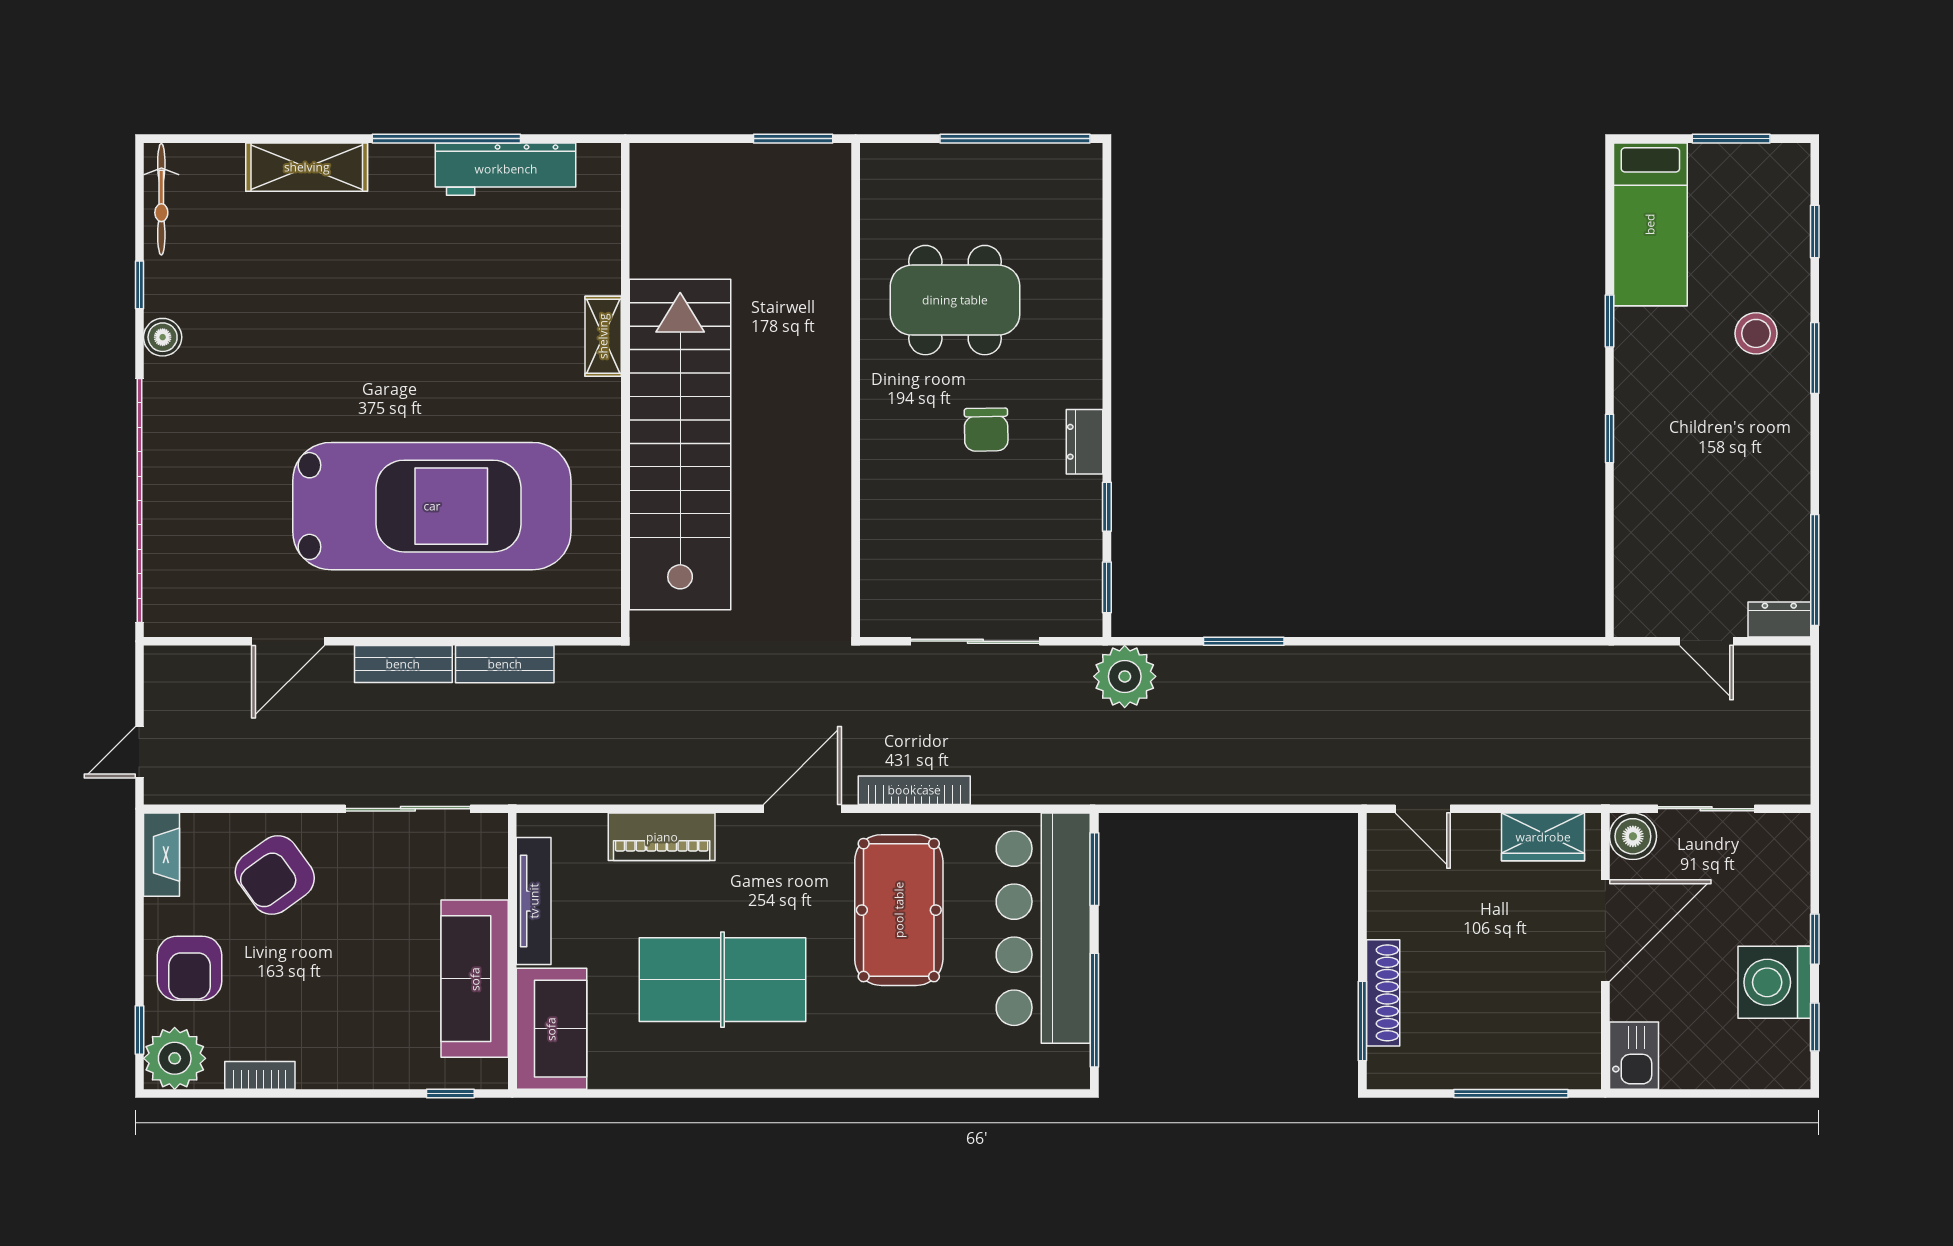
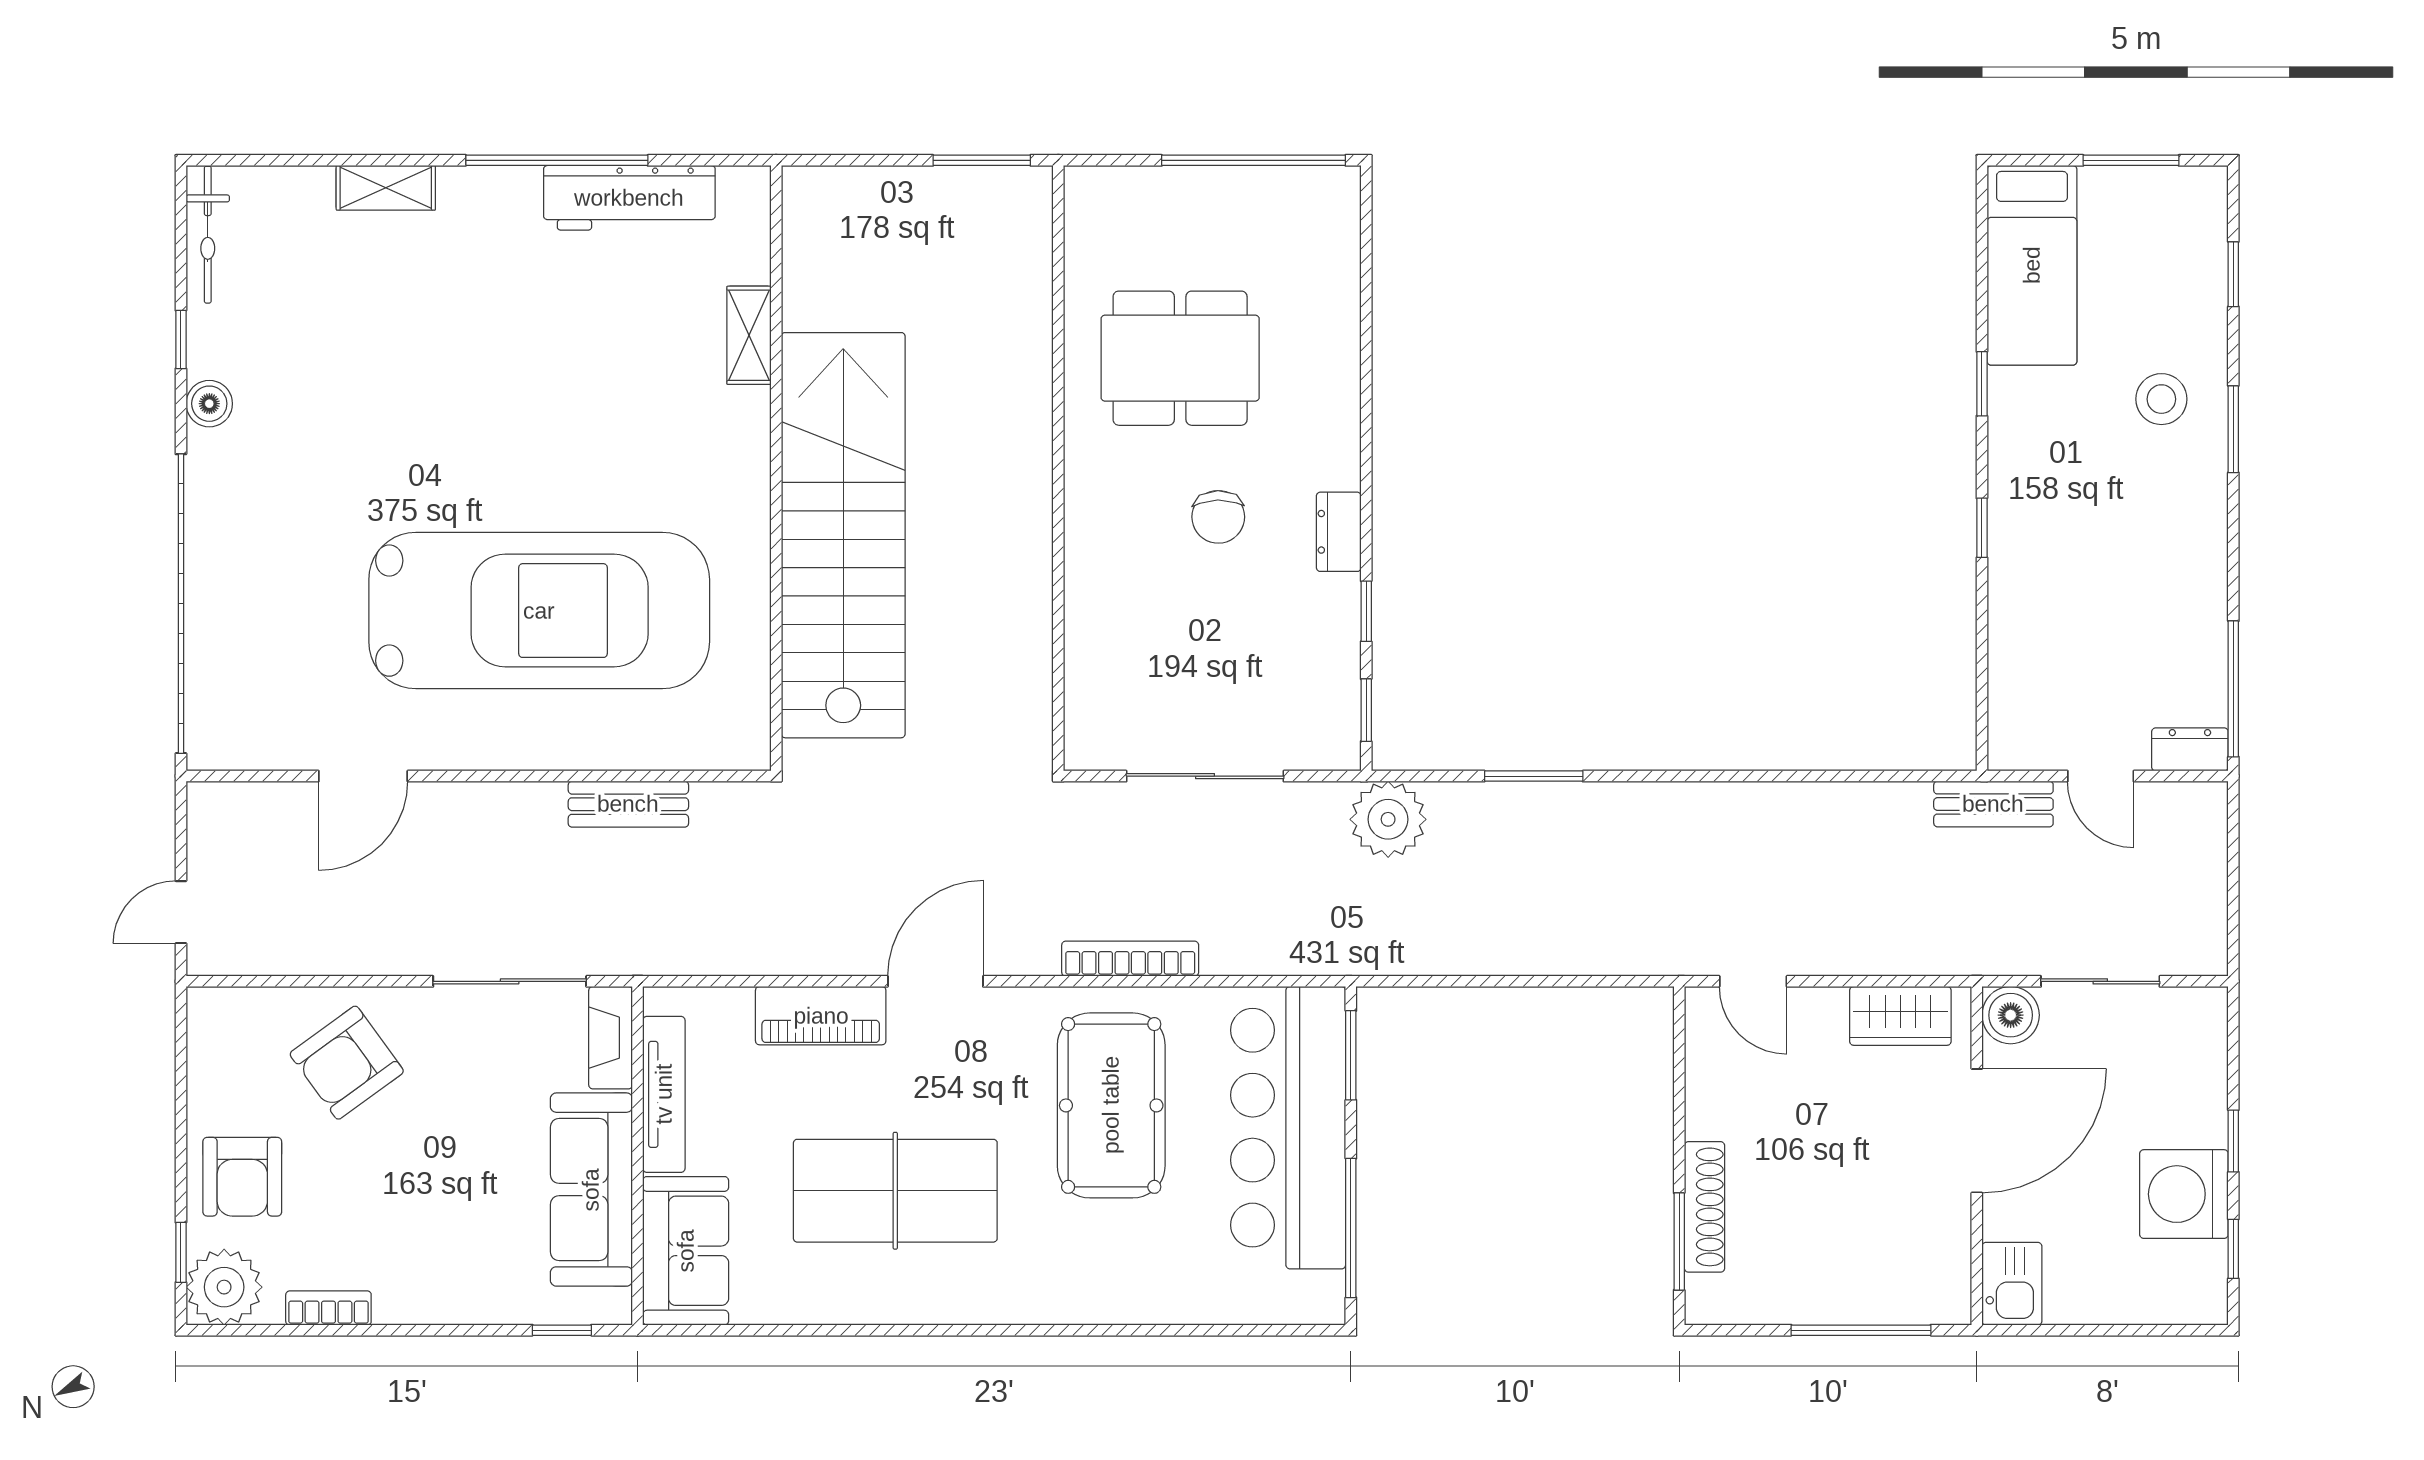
shelving: (307, 167) -> (386, 188), width x0.67, depth x0.75
shelving: (603, 336) -> (749, 335), moved
bench: (403, 664) -> (1993, 804), moved
door: (802, 809) -> (935, 981), moved
fireplace: (162, 855) -> (611, 1038), moved, turned 180

